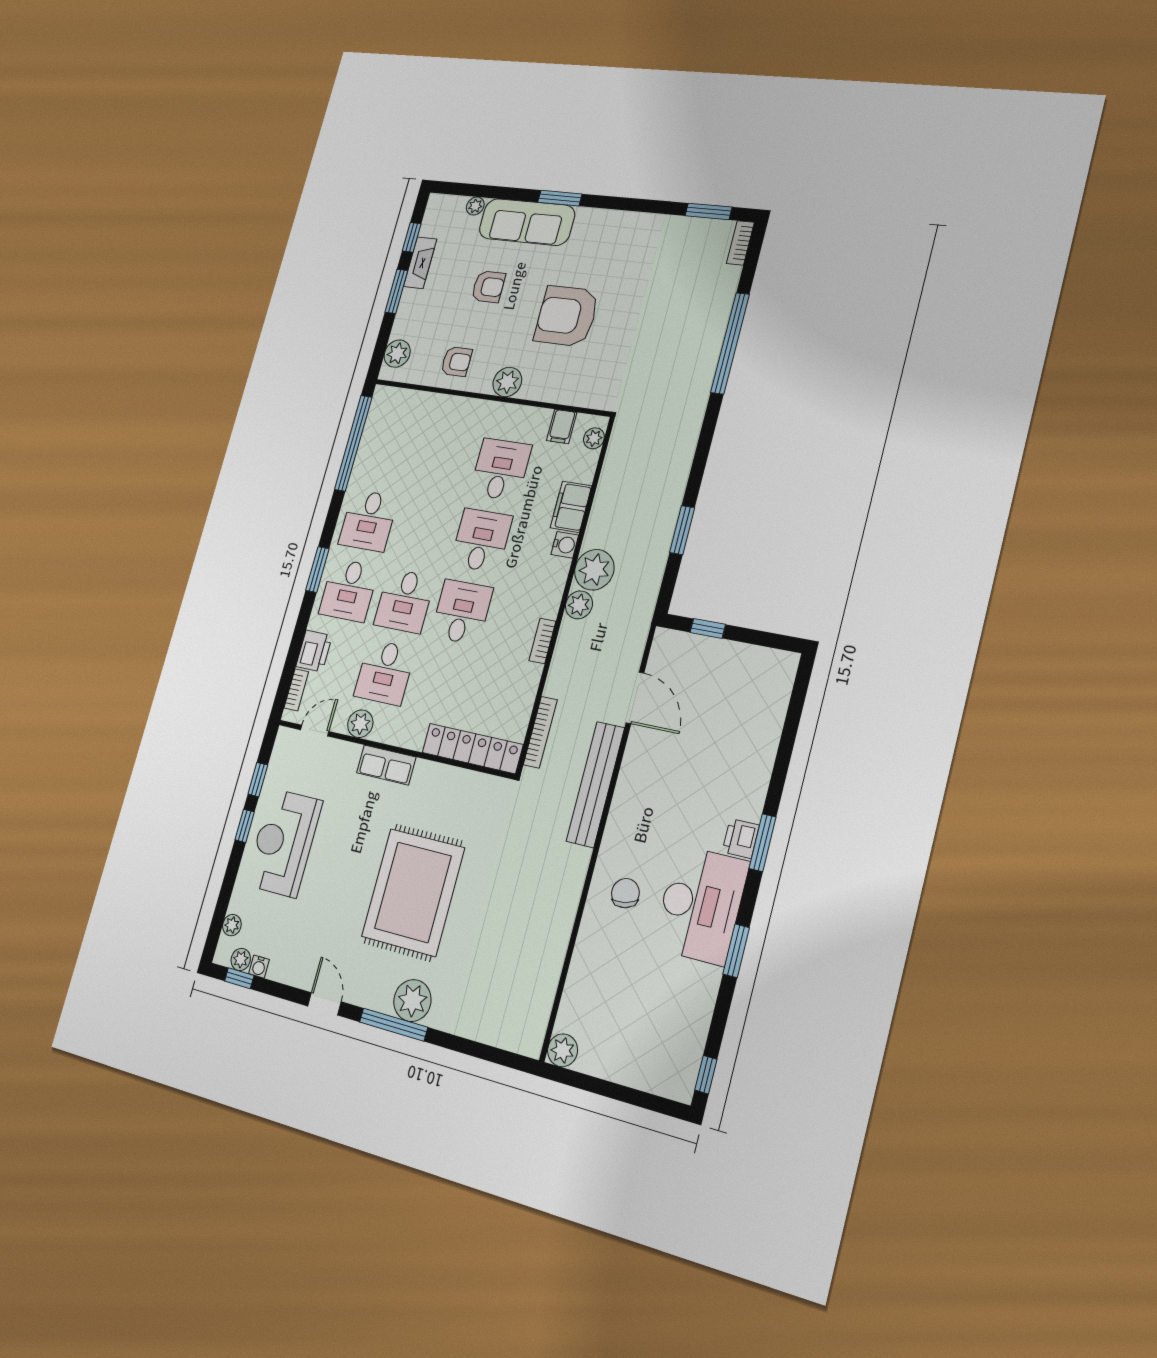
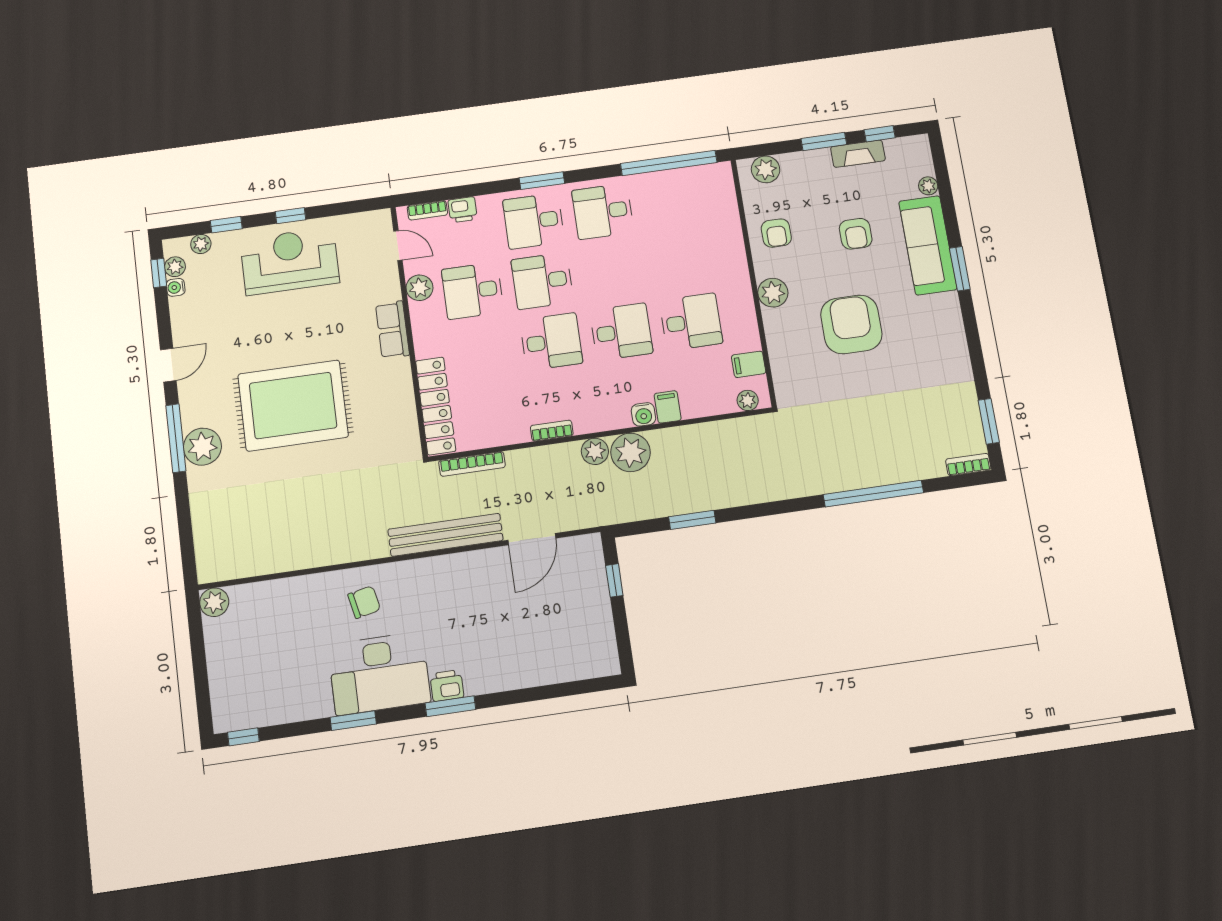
filing cabinet: (571, 507) -> (668, 407), width x0.50
printer: (314, 651) -> (463, 210), width x0.73, depth x0.81
window: (258, 780) -> (226, 225), moved

